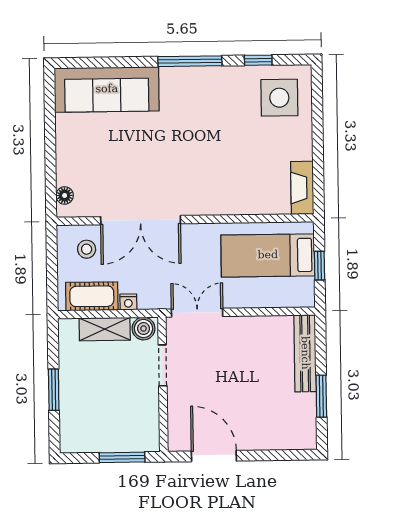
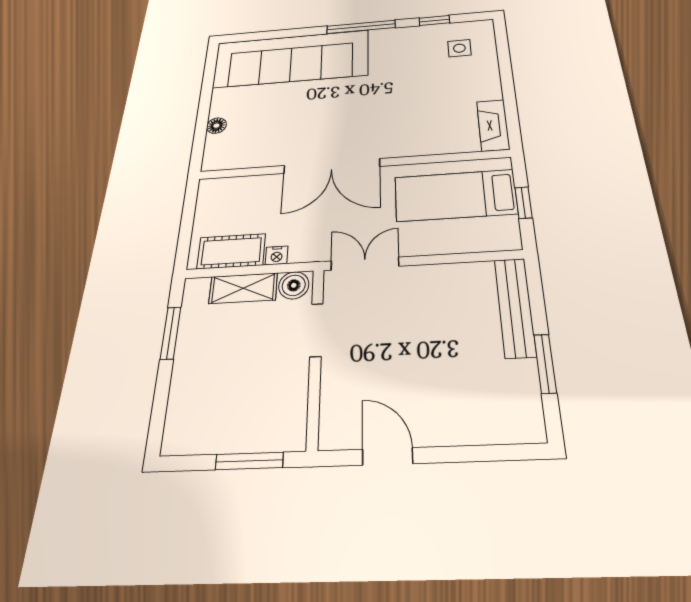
sofa: (107, 89) -> (291, 59), width x1.36, depth x1.27
side table: (279, 98) -> (459, 48), width x0.54, depth x0.54
floor lamp: (65, 195) -> (216, 126), moved
double door: (141, 220) -> (332, 166), moved
stool: (87, 249) -> (231, 201), removed
window: (54, 390) -> (171, 333), moved
door: (214, 456) -> (387, 456), width x0.73

